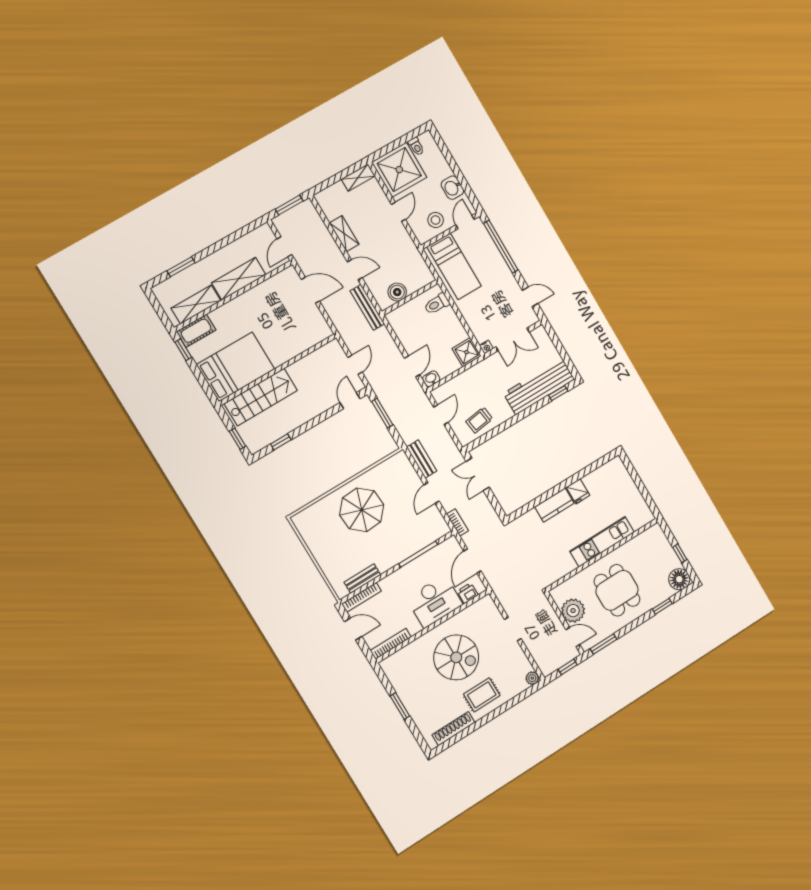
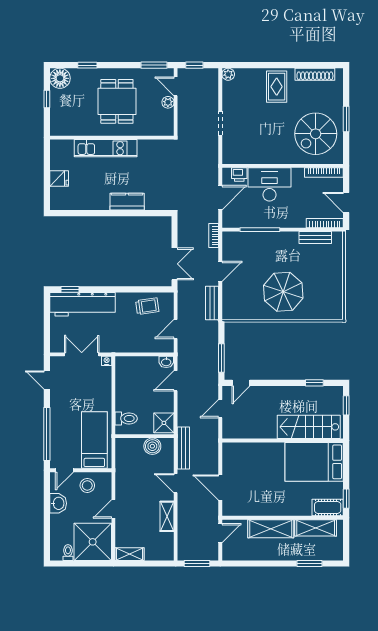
shower: (467, 352) -> (164, 423), moved
fridge: (578, 491) -> (59, 179), moved, turned 90
plant: (573, 611) -> (168, 102), width x0.53, depth x0.53
spiral stairs: (456, 657) -> (316, 134), moved, turned -90
rug: (482, 695) -> (277, 87), turned 90

